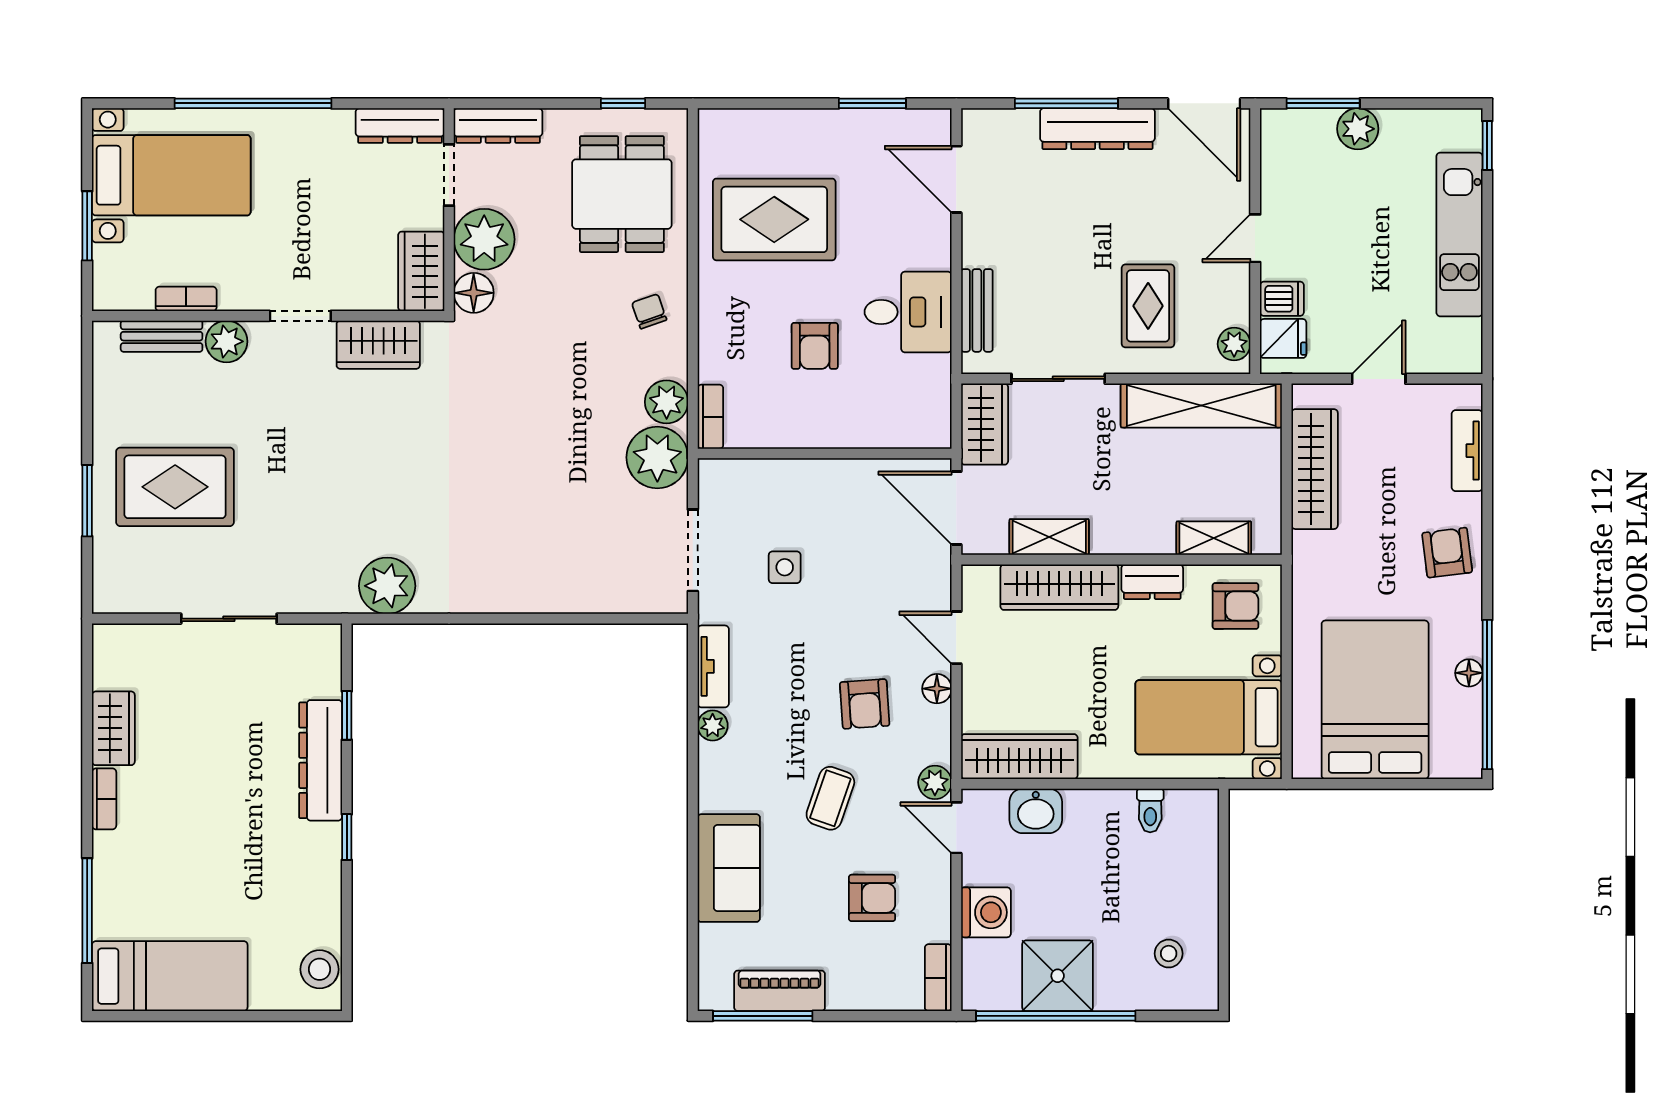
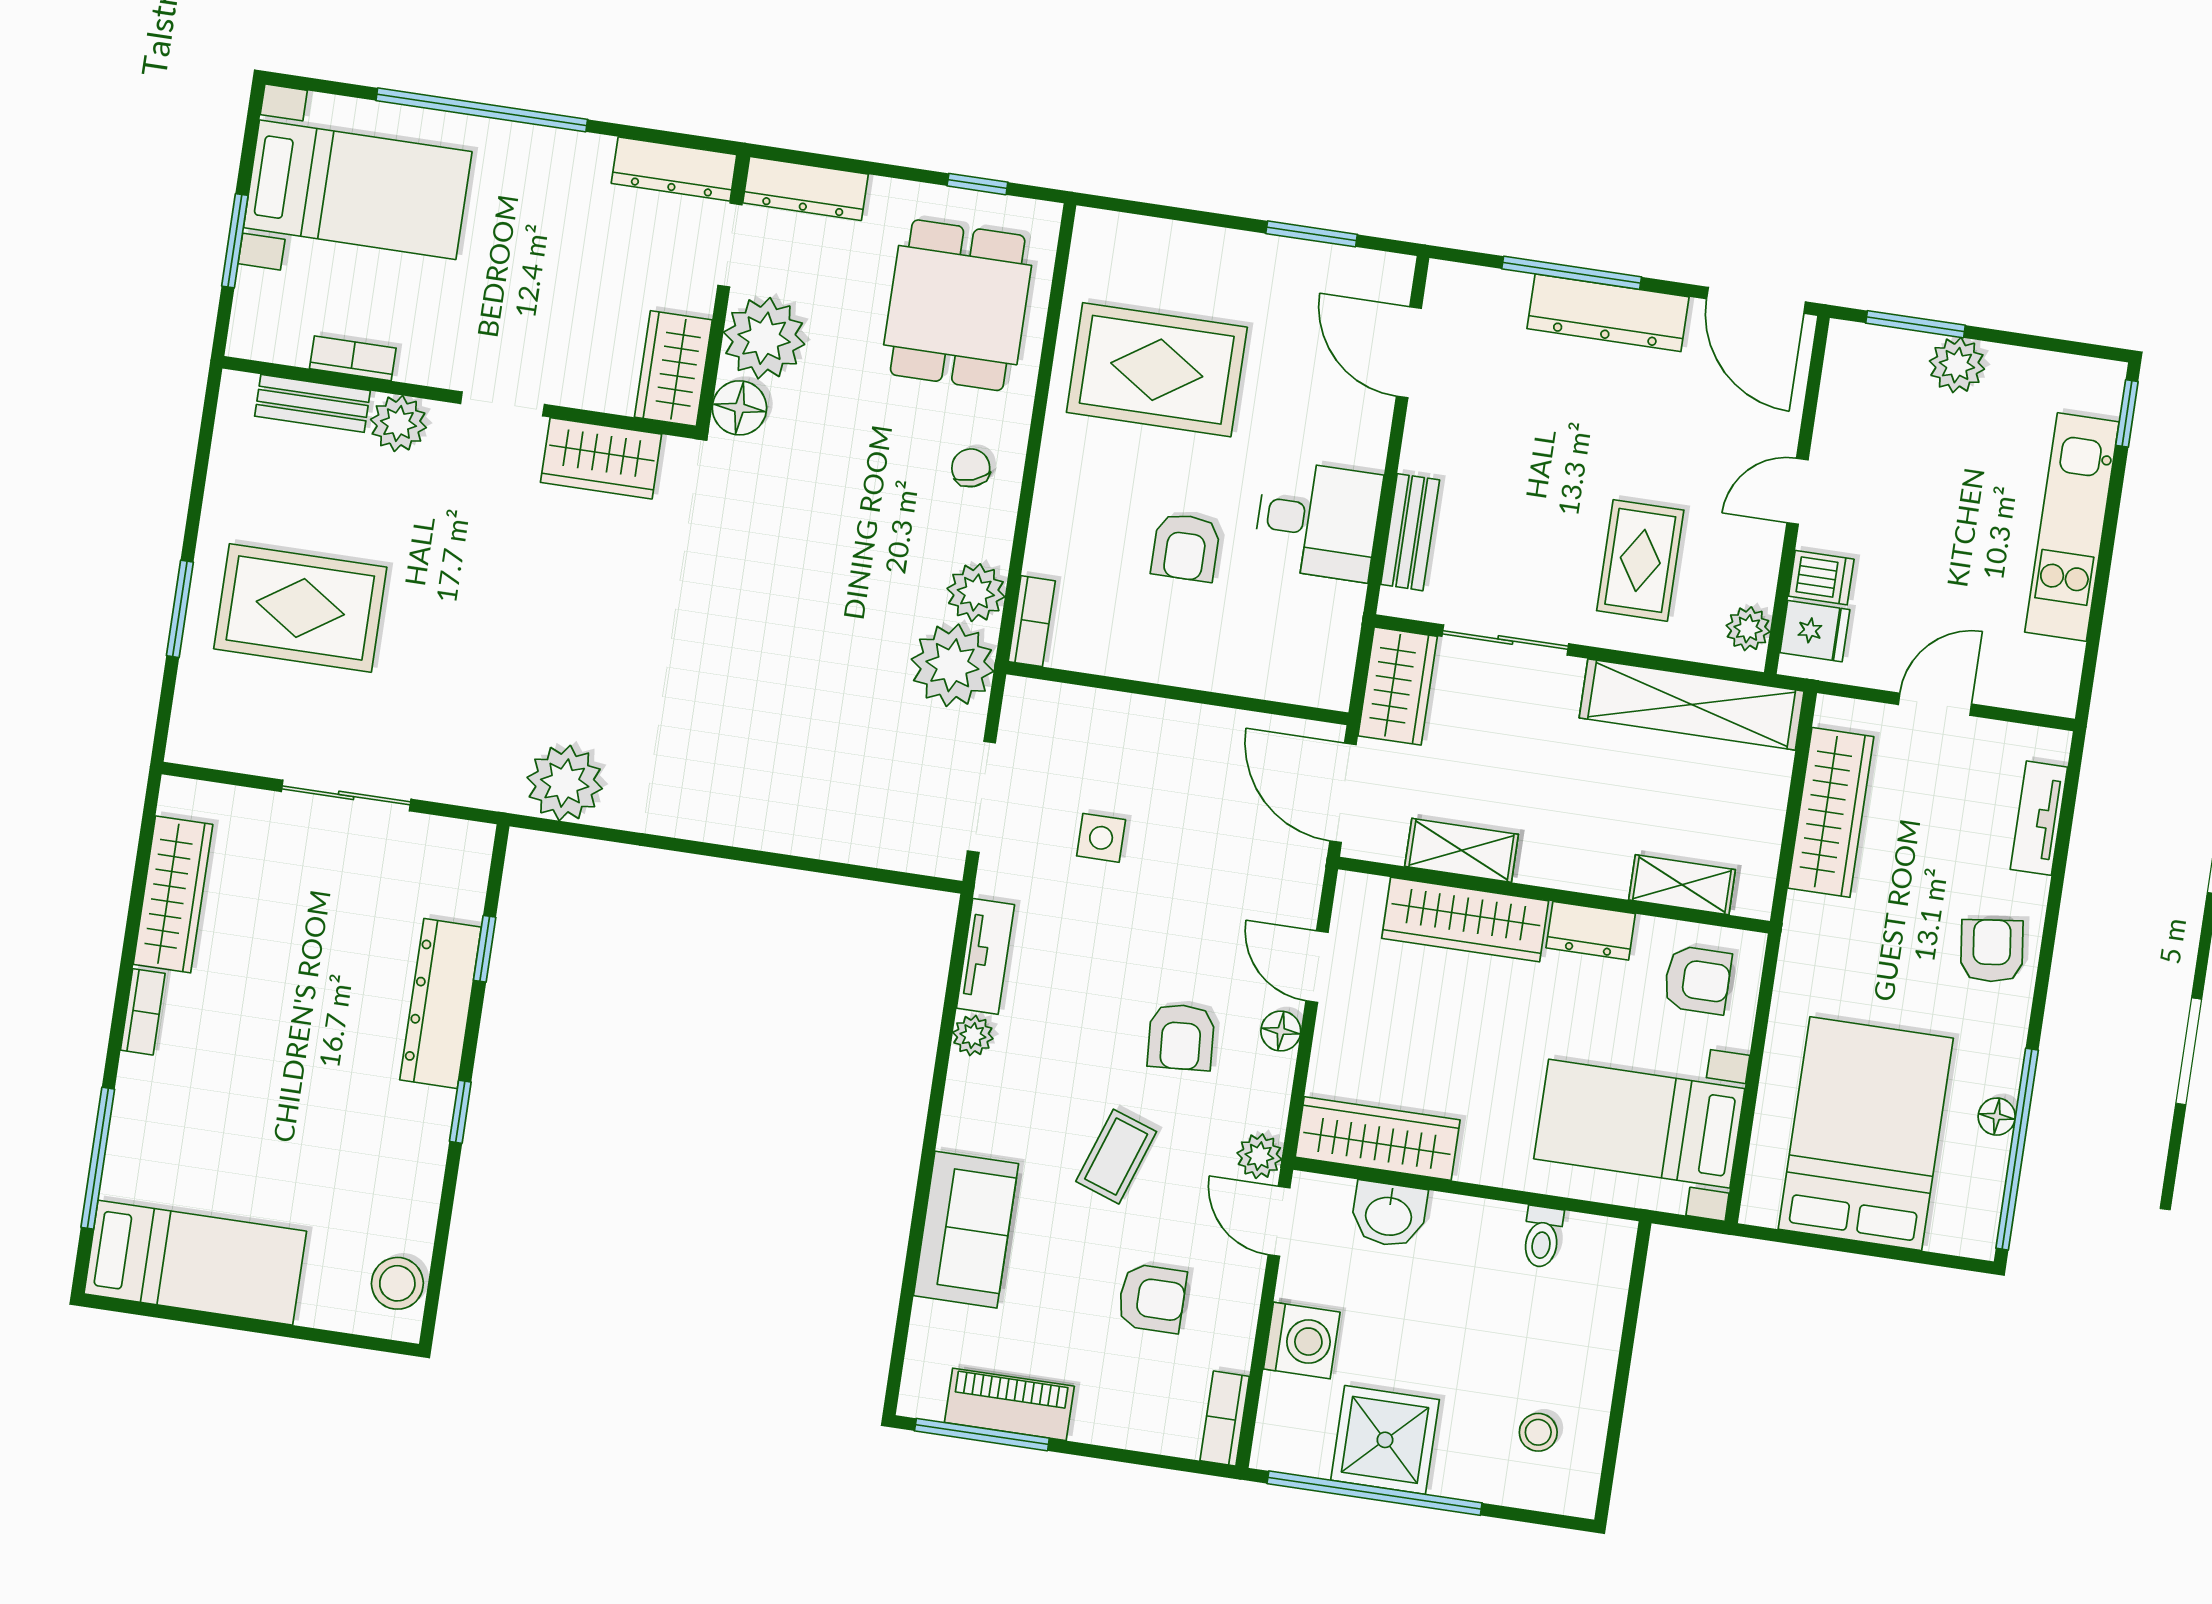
wardrobe: (113, 728) -> (173, 894), width x1.50

